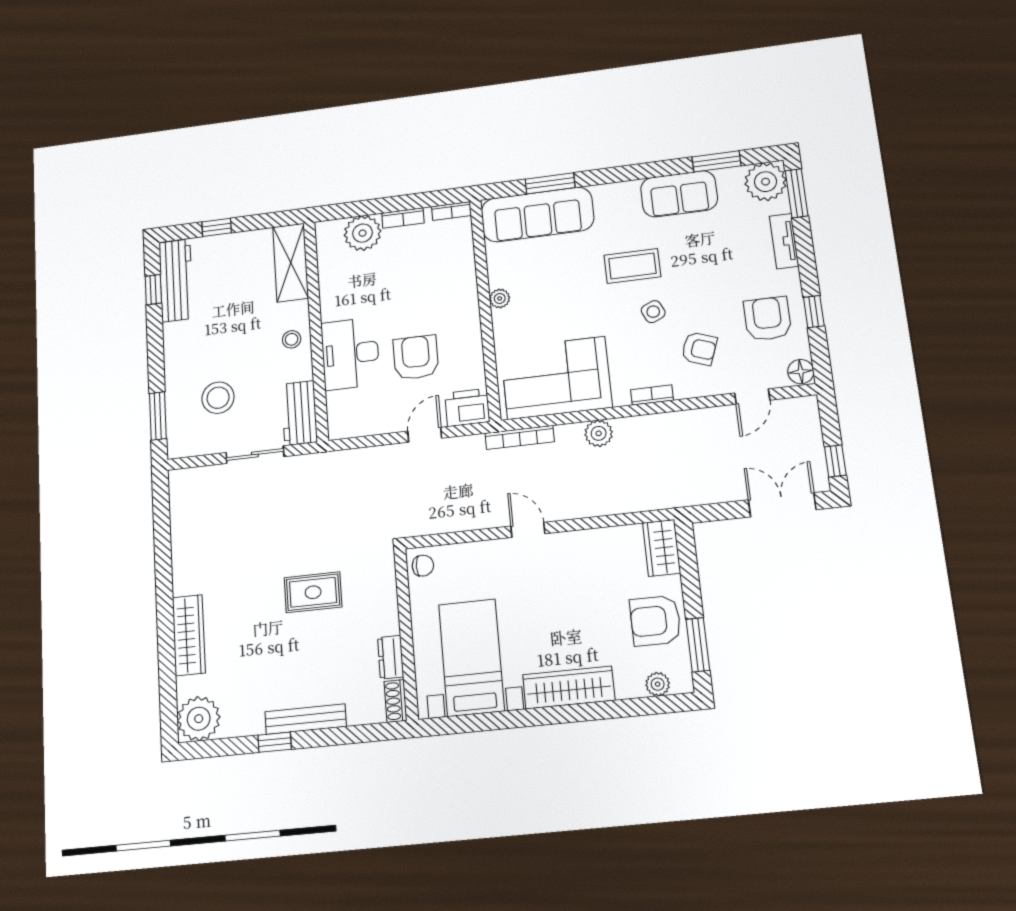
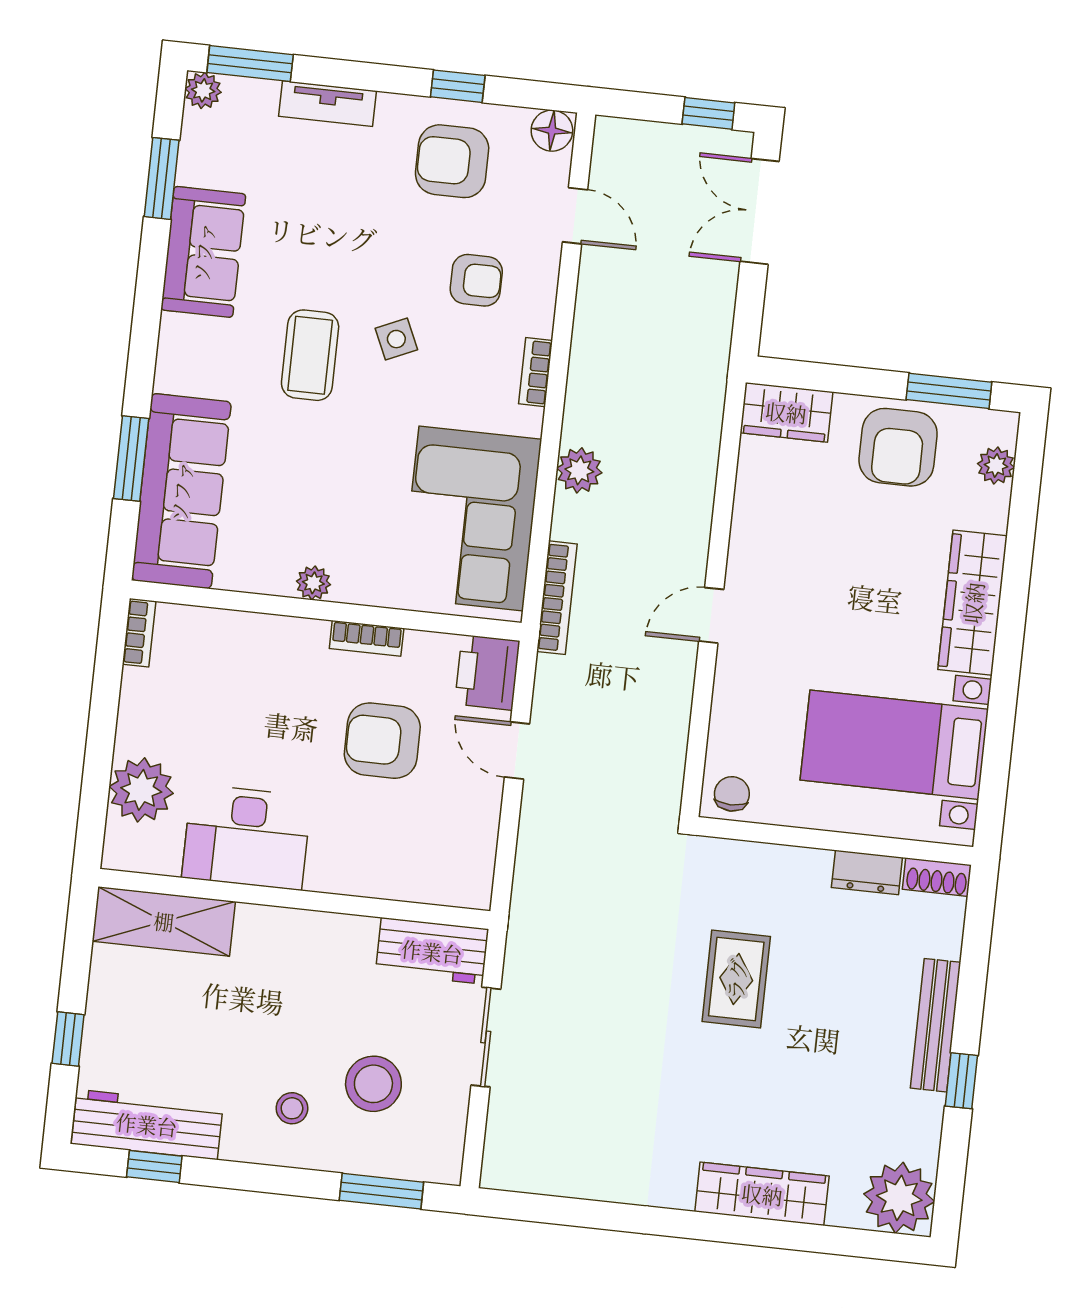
plant: (766, 182) -> (203, 90), width x0.53, depth x0.53
bookcase: (403, 218) -> (367, 638), moved, turned 90
stool: (292, 339) -> (292, 1108), moved
armchair: (699, 349) -> (476, 280), turned 70
desk: (350, 354) -> (247, 837), moved

